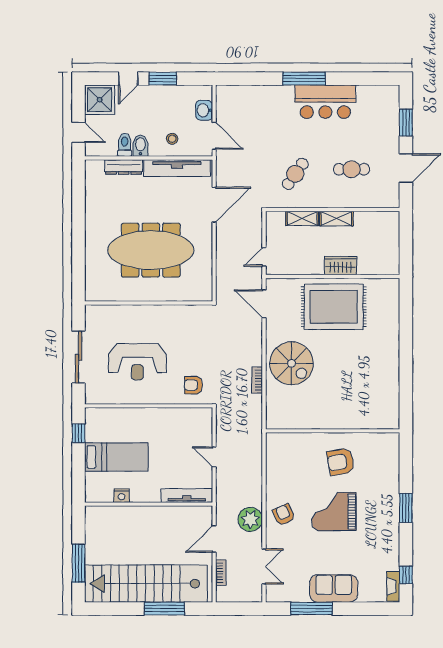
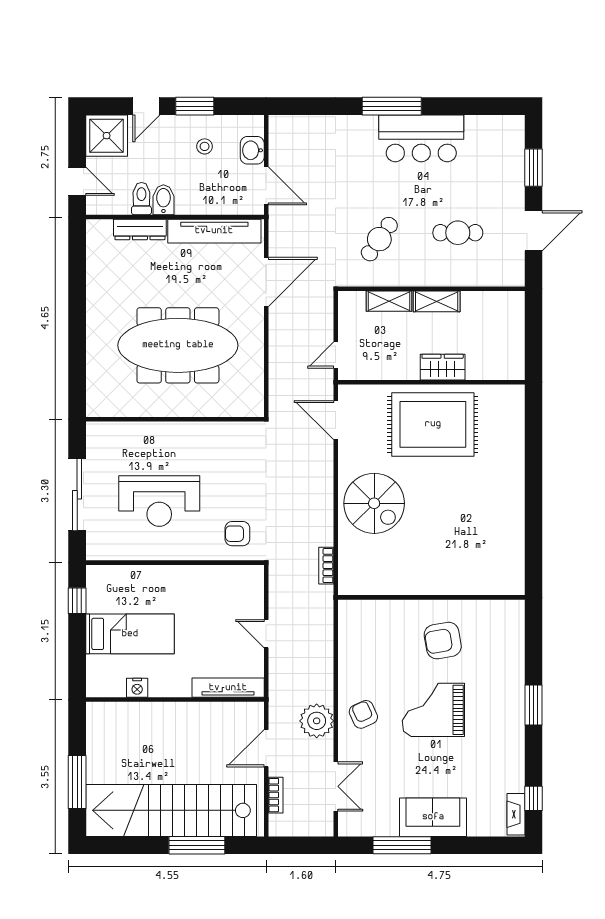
stool: (172, 139) -> (205, 146), moved
bookcase: (257, 380) -> (326, 566), moved

